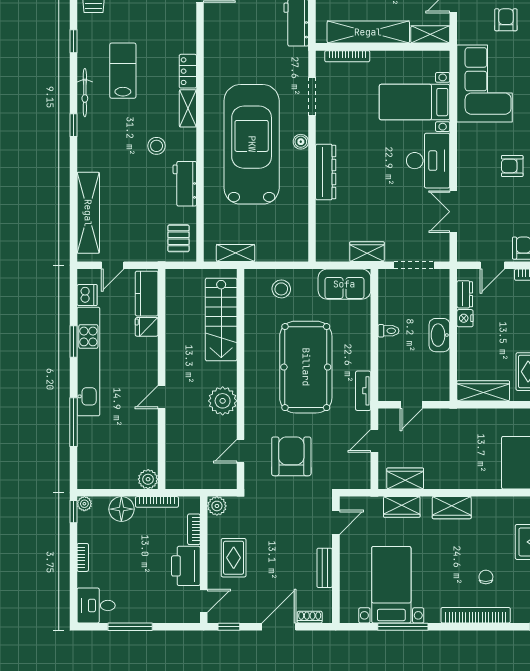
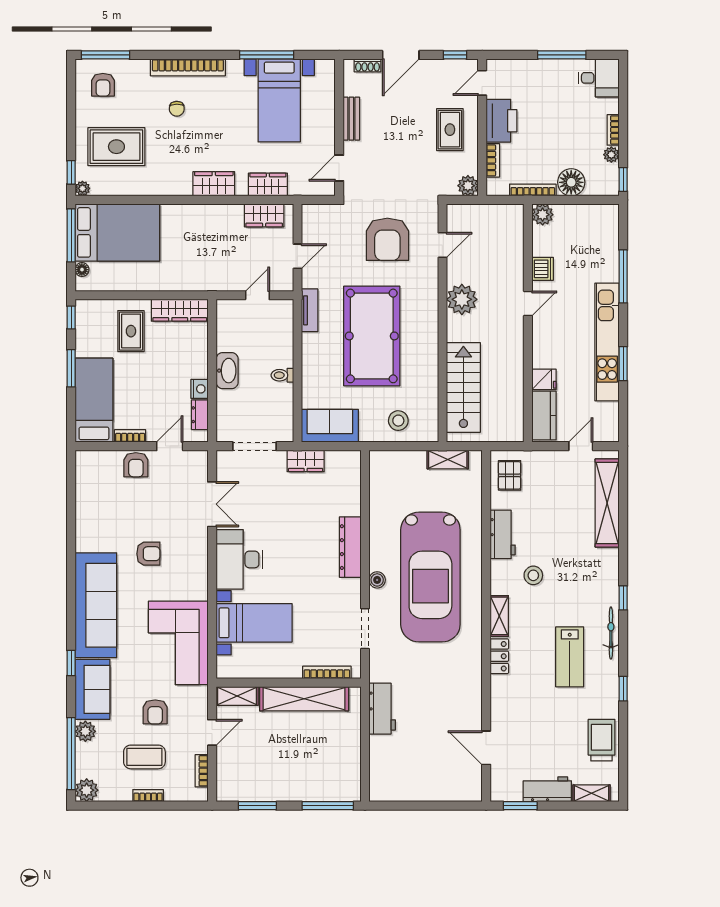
dishwasher: (87, 295) -> (543, 269), moved, turned 180
plant: (84, 504) -> (611, 155), moved

